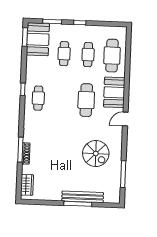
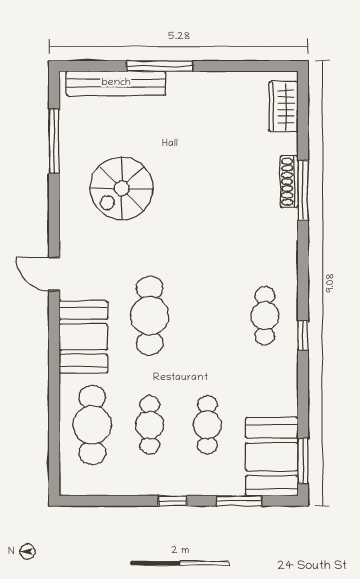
door: (125, 119) -> (54, 274), swing flipped
spiral stairs: (96, 153) -> (122, 188), turned -90
bench: (83, 197) -> (116, 83), moved

